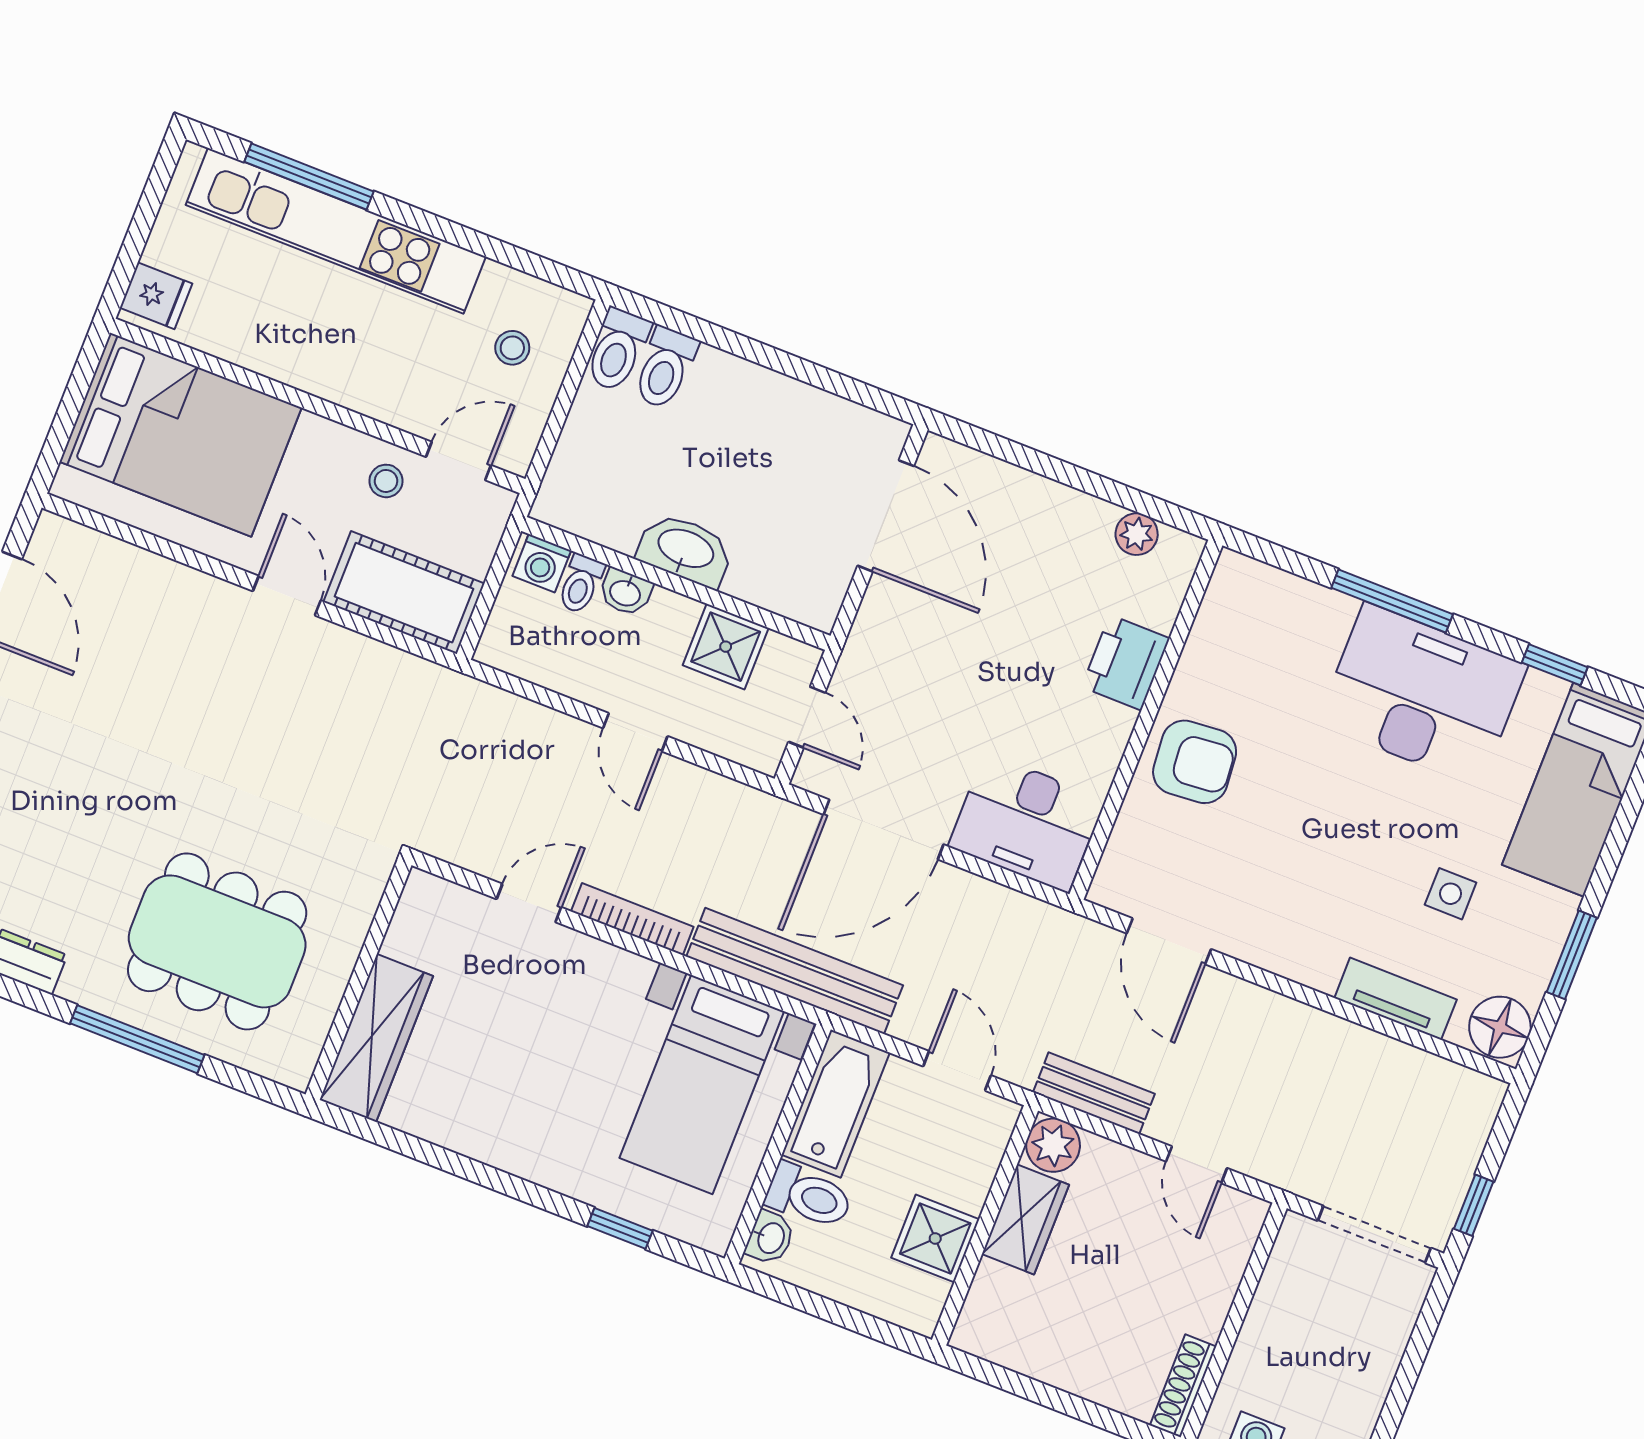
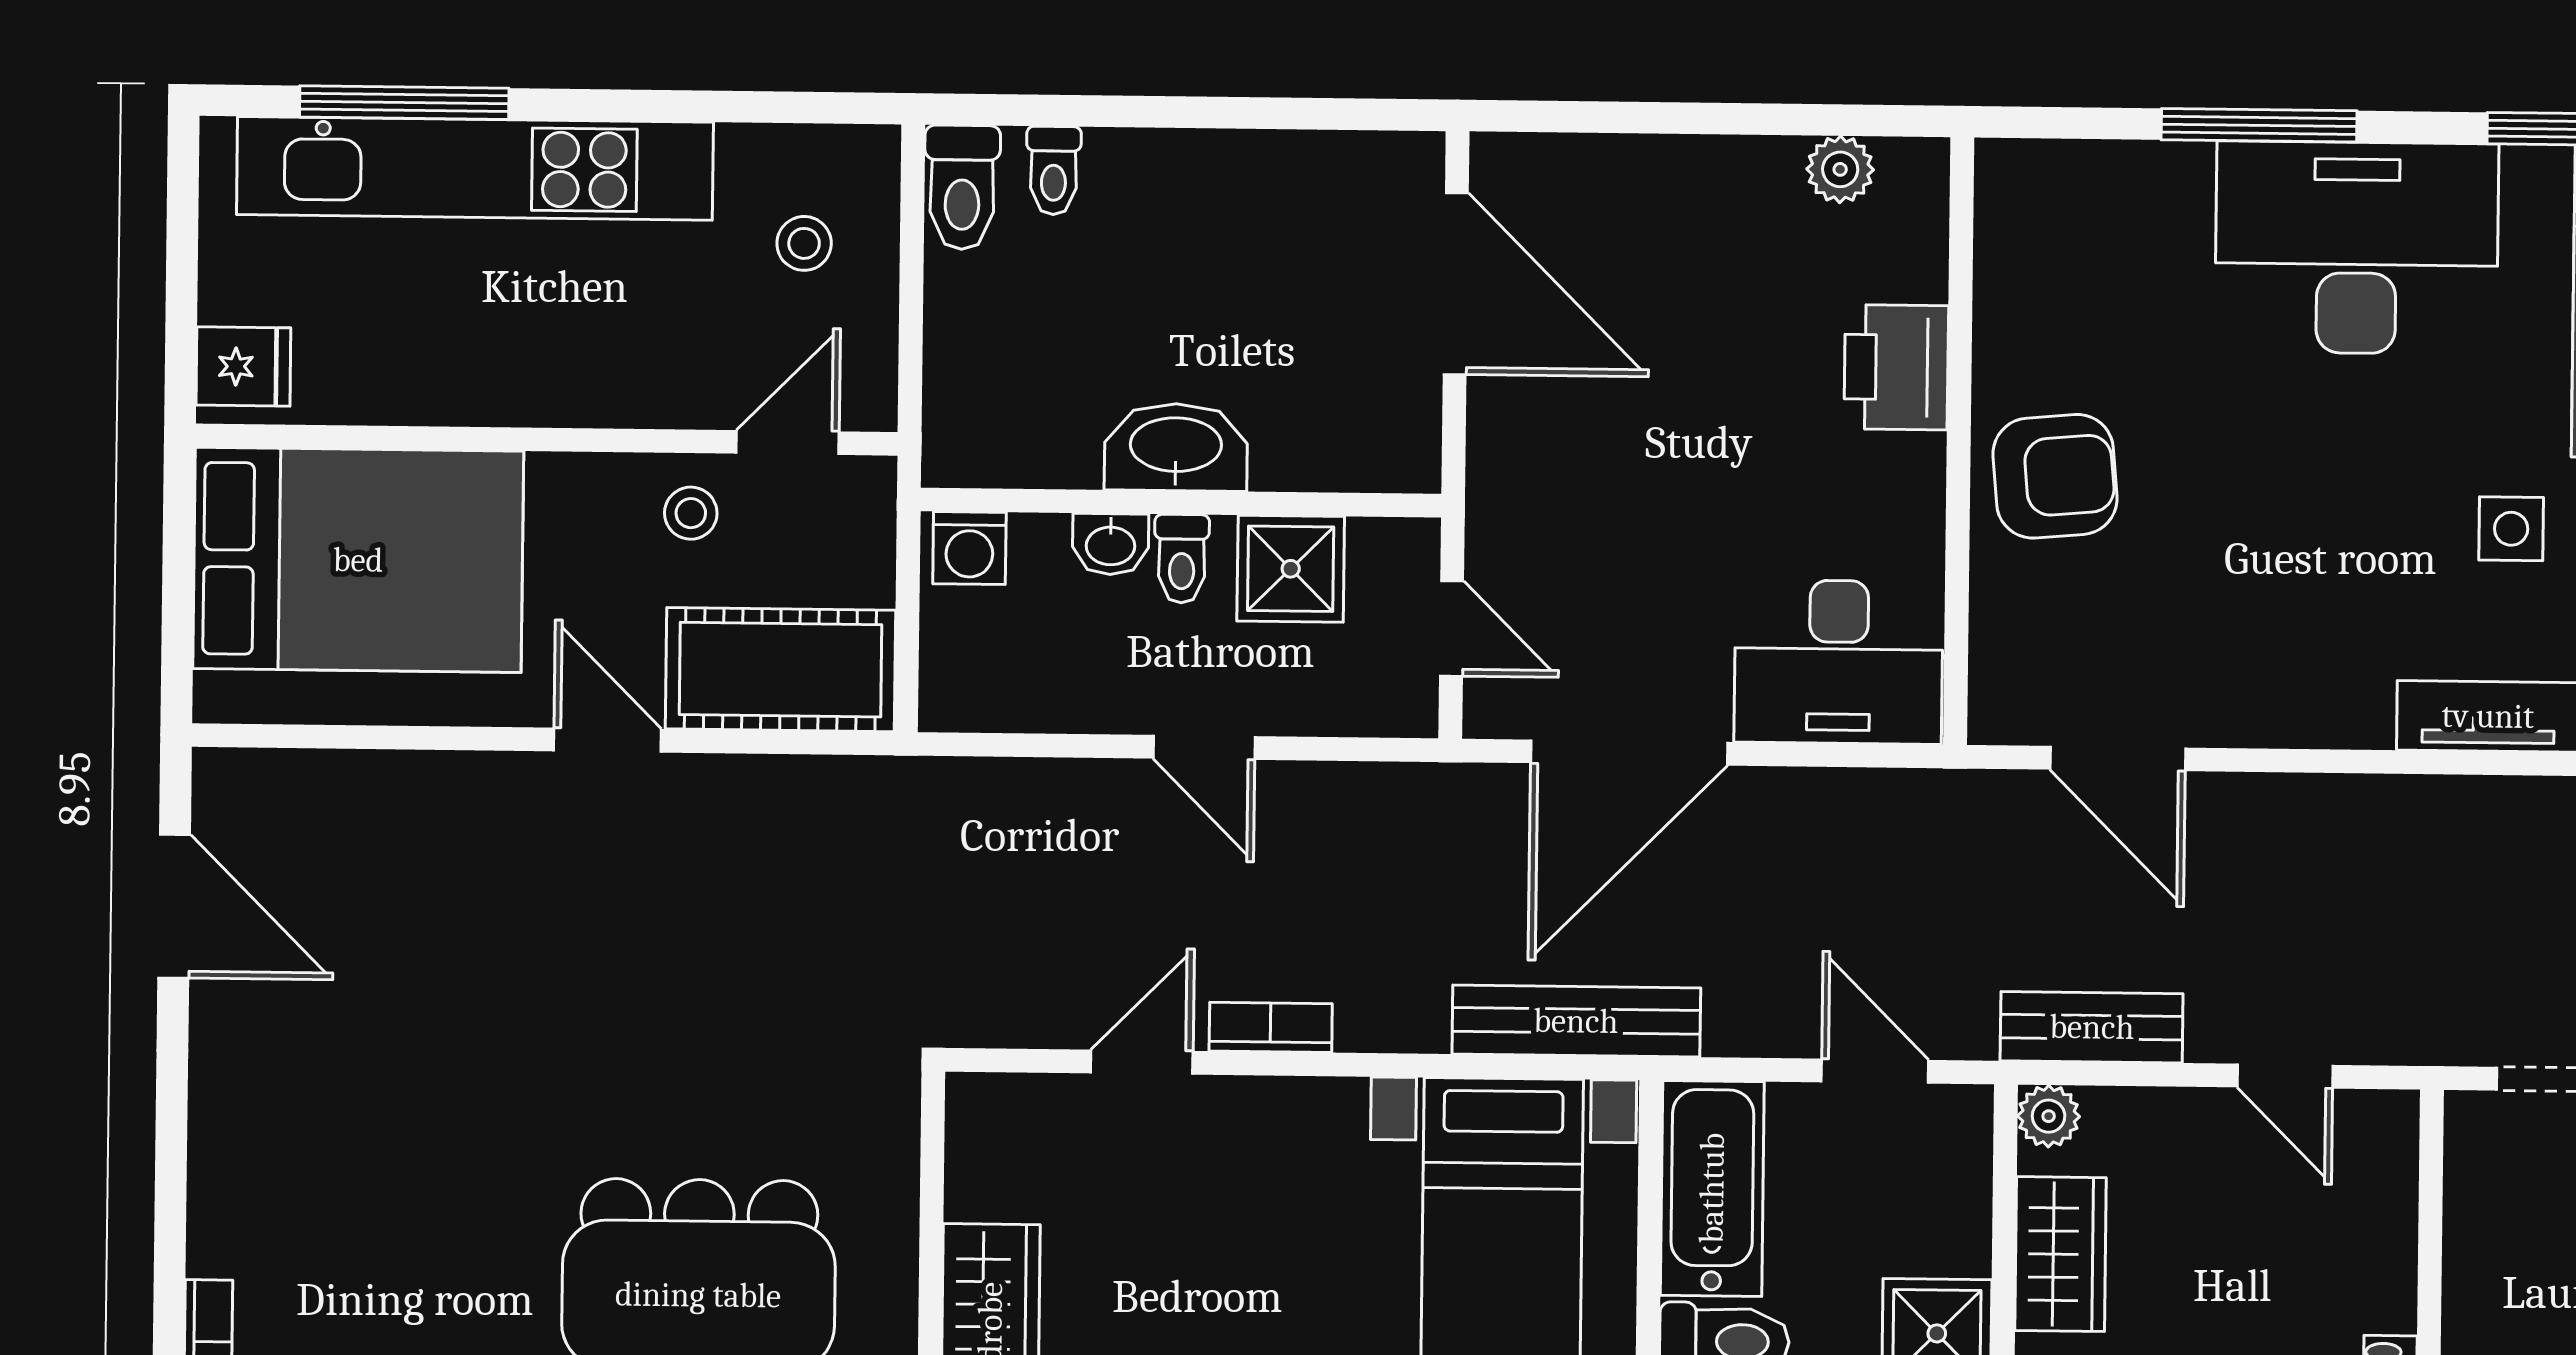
toilet: (665, 368) -> (1054, 170), width x0.73, depth x0.72
toilet: (581, 584) -> (1182, 559), moved
bookcase: (632, 919) -> (1271, 1027), width x0.64
bench: (795, 971) -> (1576, 1021), width x0.73, depth x0.82
plant: (1053, 1145) -> (2049, 1116), width x0.73, depth x0.73

